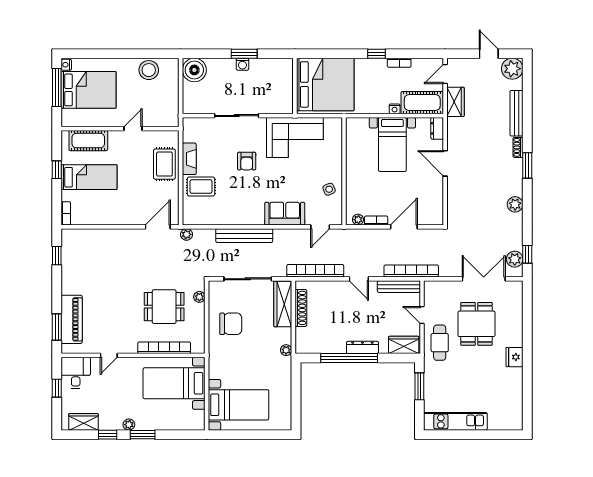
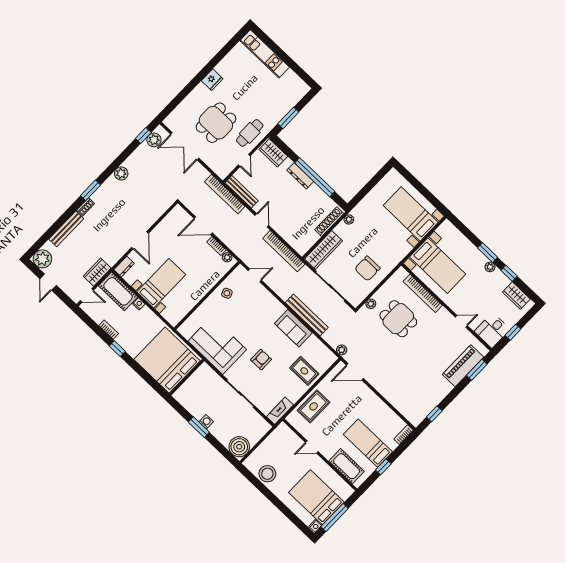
fireplace: (189, 159) -> (280, 411), moved
sofa: (285, 214) -> (293, 328), moved
shoe rack: (301, 308) -> (329, 222), moved
chair: (231, 324) -> (367, 269), turned -90
kitchen unit: (455, 421) -> (265, 54), moved

